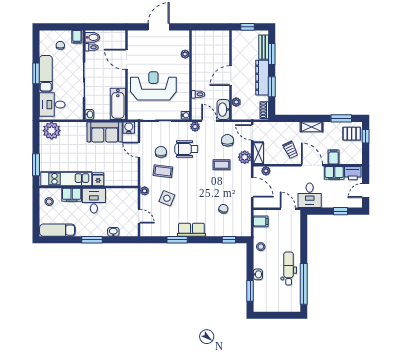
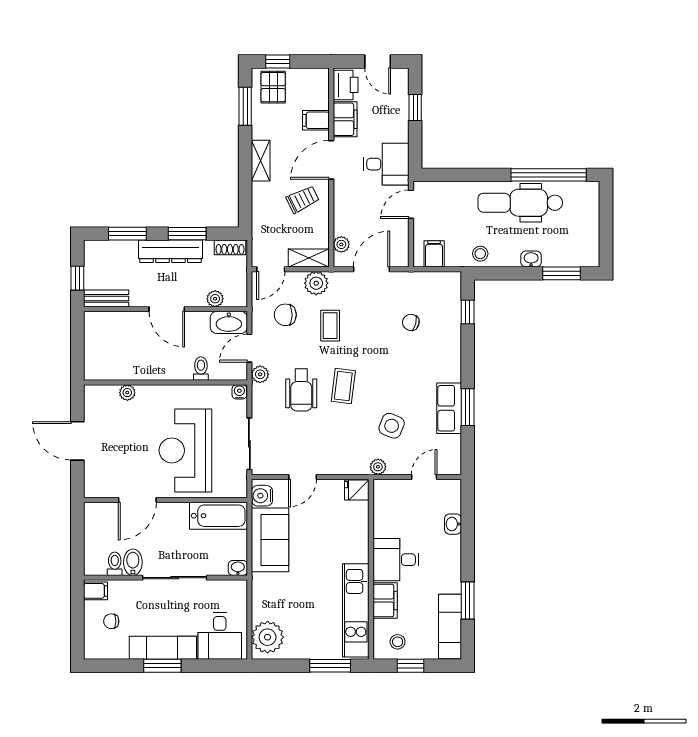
bidet: (92, 37) -> (133, 562), moved
bench: (264, 47) -> (106, 298), moved
chair: (161, 152) -> (307, 437), removed
coffee table: (163, 171) -> (343, 386), moved
fridge: (98, 179) -> (357, 490), moved
window: (36, 209) -> (411, 666), added
row of seats: (191, 230) -> (449, 408), moved
window: (92, 240) -> (468, 601), moved
dental chair: (289, 268) -> (520, 203), width x1.36, depth x1.38

